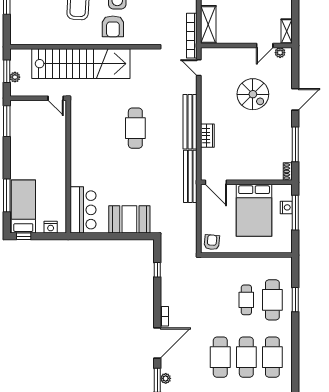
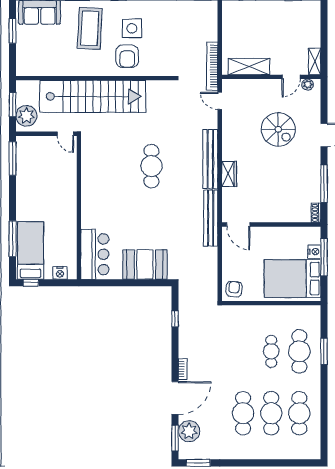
shelving: (208, 25) -> (249, 67), moved, turned 90
plant: (15, 77) -> (26, 116), width x1.88, depth x1.88
bed: (254, 210) -> (293, 279), moved, turned 90
plant: (166, 378) -> (189, 431), width x1.88, depth x1.88

